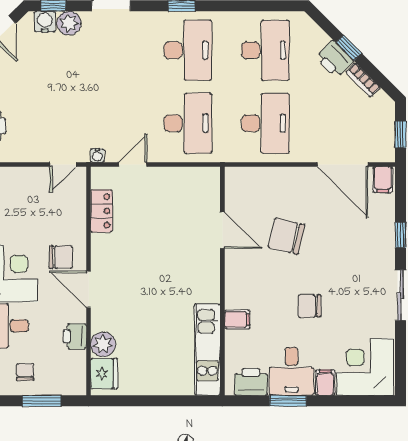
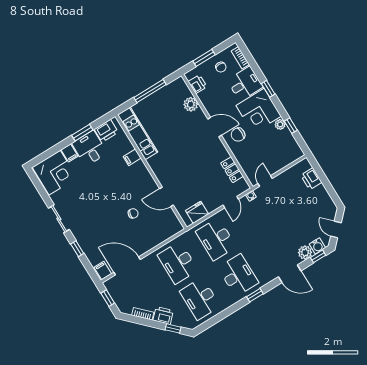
window: (349, 48) -> (173, 328), moved
desk: (188, 50) -> (238, 275), turned 180
chair: (286, 236) -> (133, 213), width x0.54, depth x0.54
chair: (309, 306) -> (101, 186), removed
printer: (75, 336) -> (198, 84), moved
fridge: (104, 374) -> (197, 212), moved, turned 90
window: (151, 401) -> (150, 91), added

